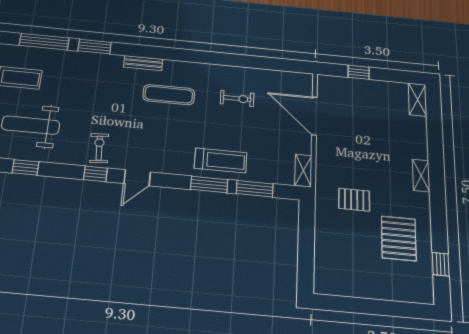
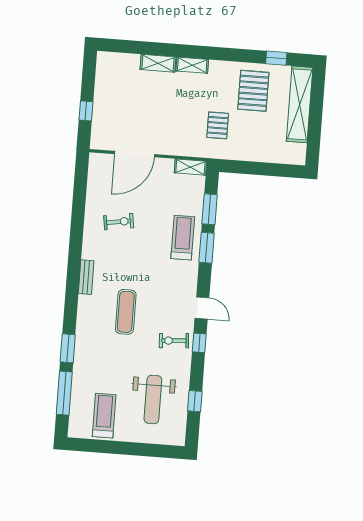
bench: (143, 63) -> (86, 277), moved
exercise mat: (169, 95) -> (126, 312), moved
exercise bike: (237, 98) -> (119, 222), turned 81
shelving: (418, 100) -> (158, 63), moved
pallet: (399, 238) -> (253, 91), turned 90
shelving: (388, 289) -> (300, 104), added

